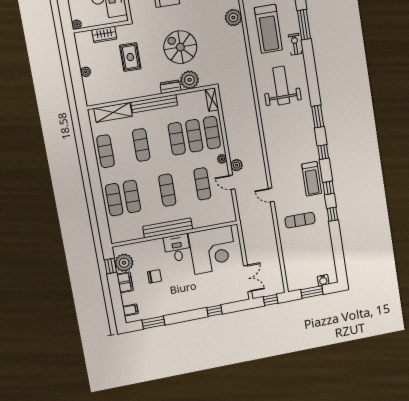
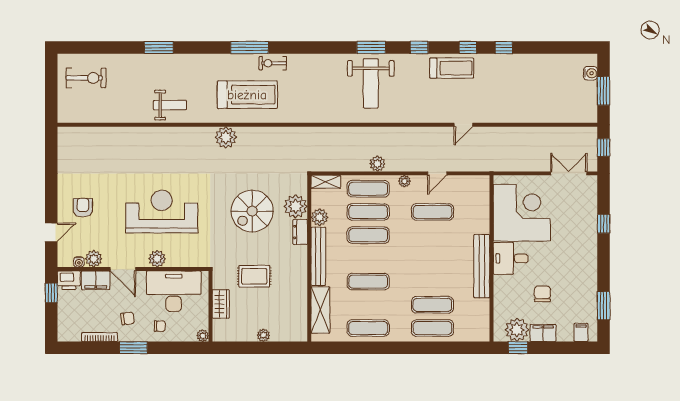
weight bench: (281, 86) -> (371, 83), moved, turned -90
plant: (184, 100) -> (320, 217), added
plant: (237, 165) -> (377, 164), moved
exercise mat: (167, 190) -> (432, 258), removed
exercise mat: (300, 220) -> (504, 92), removed

